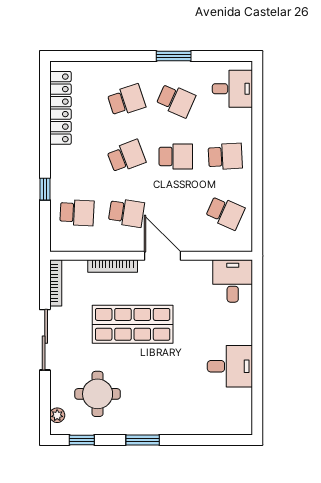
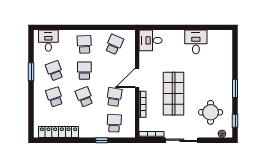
school desk: (176, 100) -> (54, 71), turned -45

